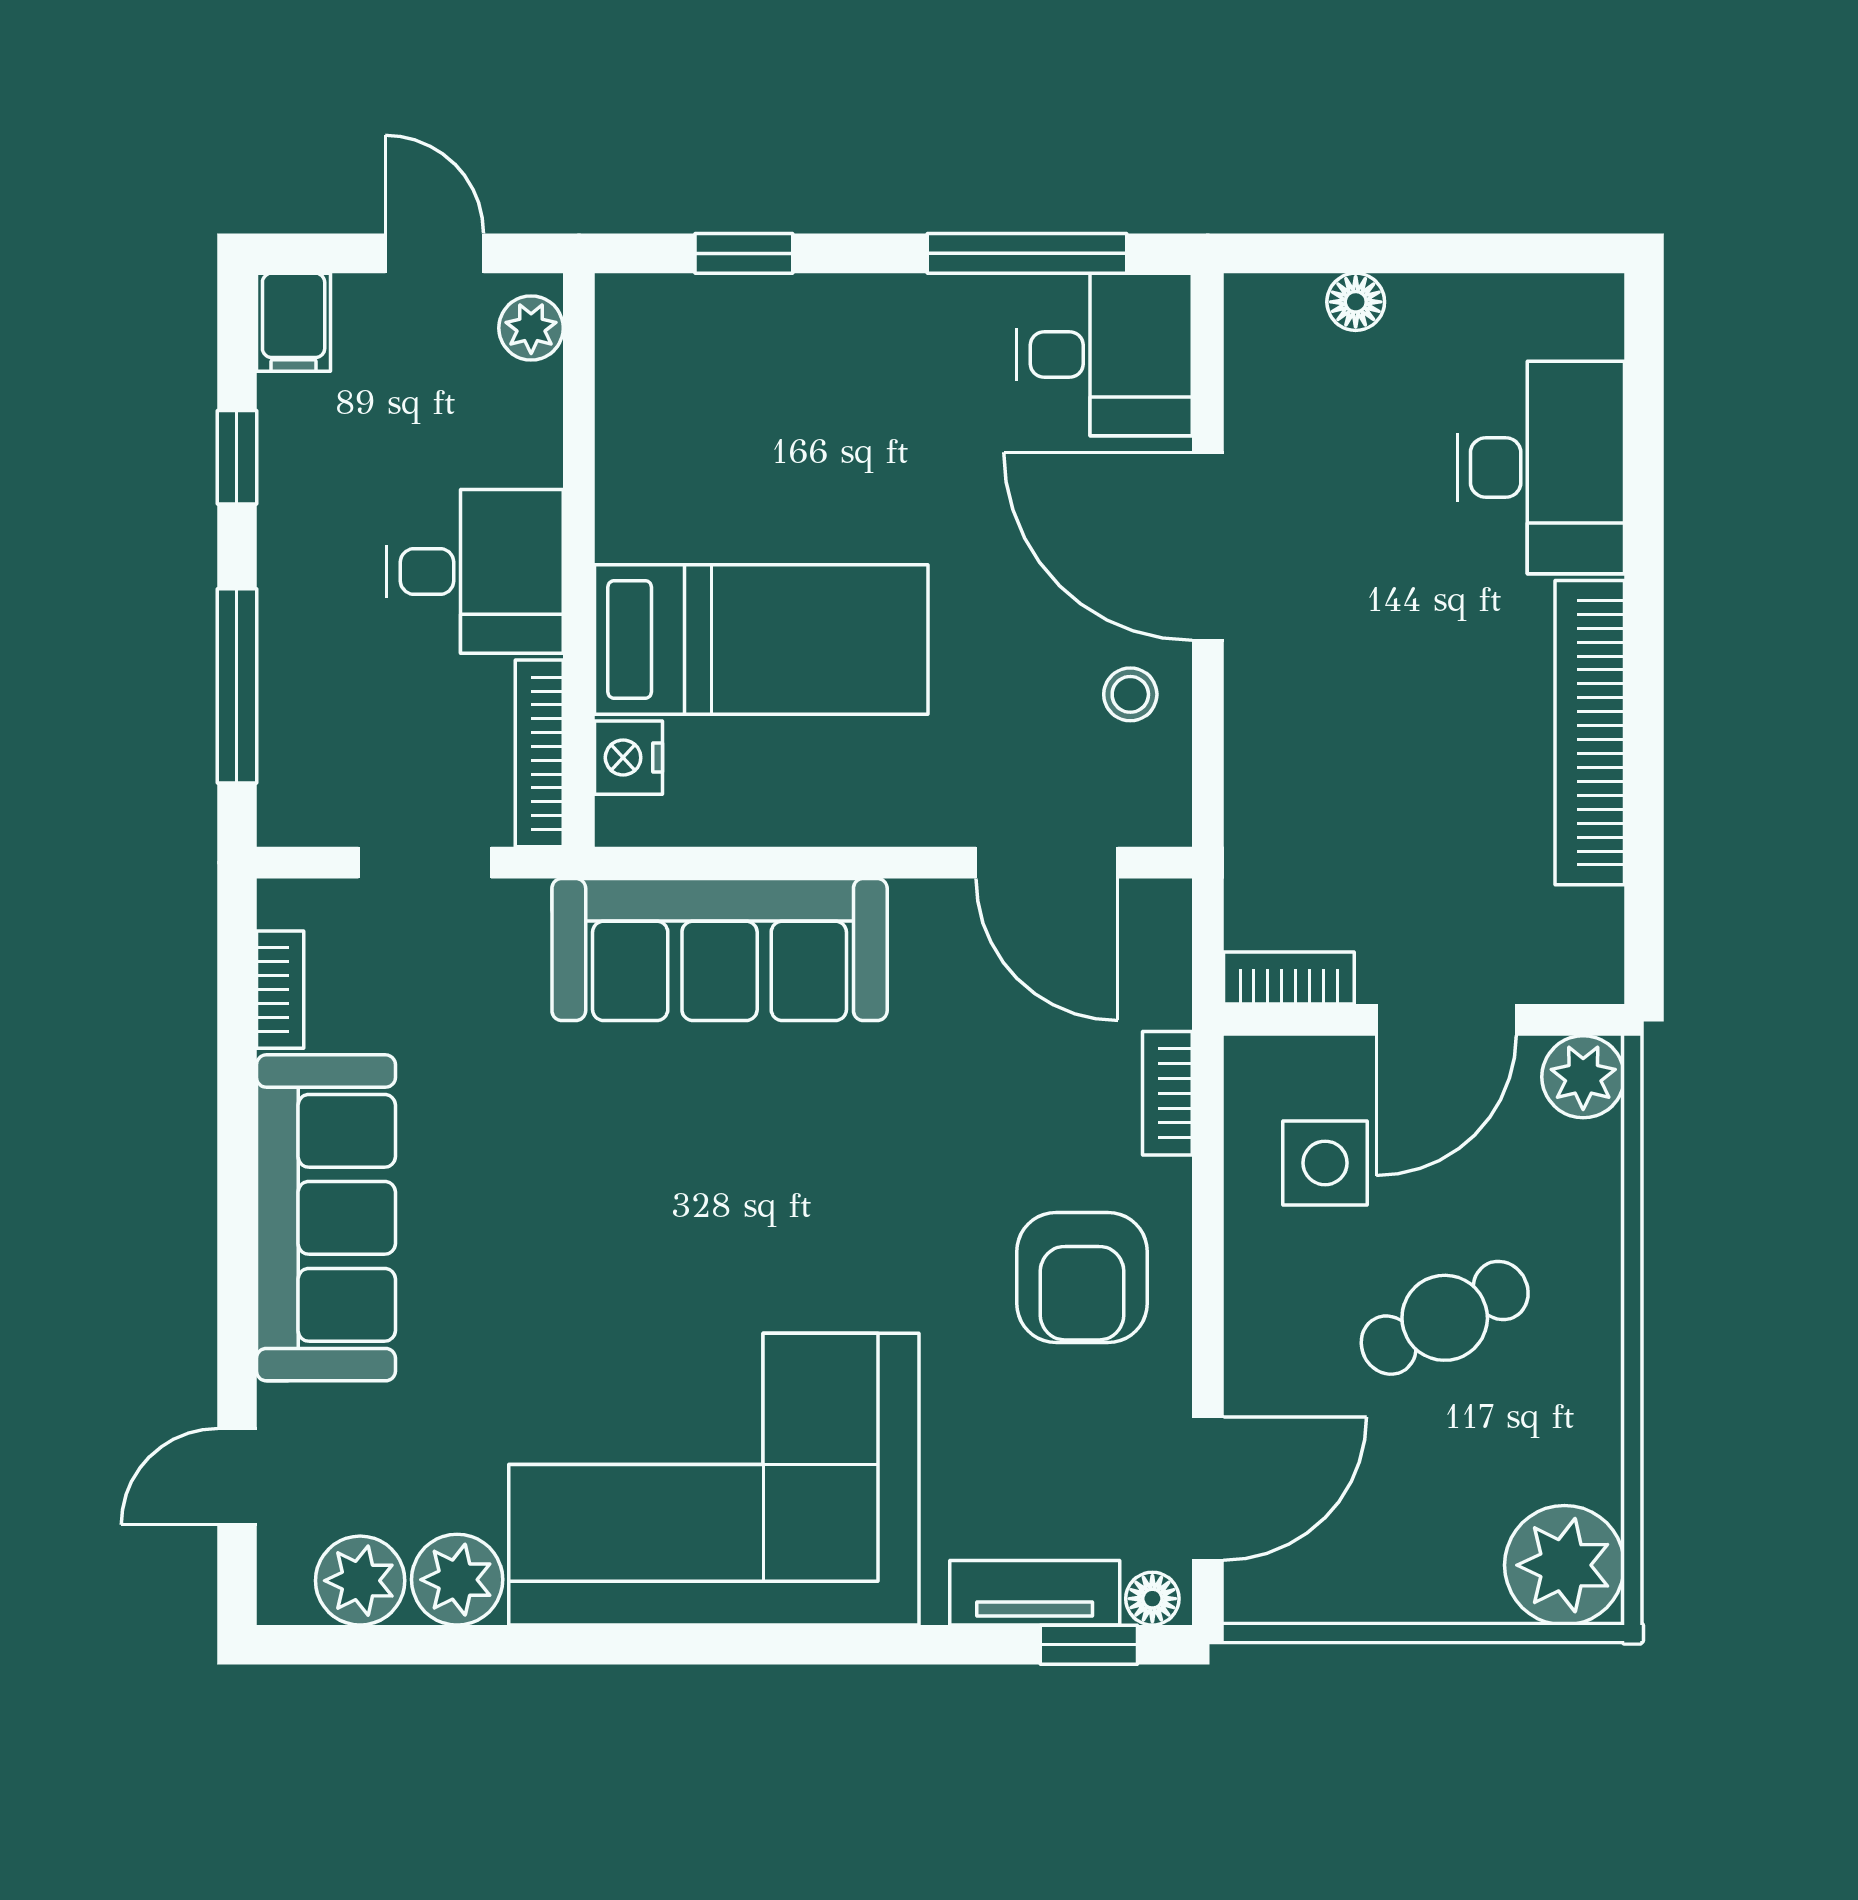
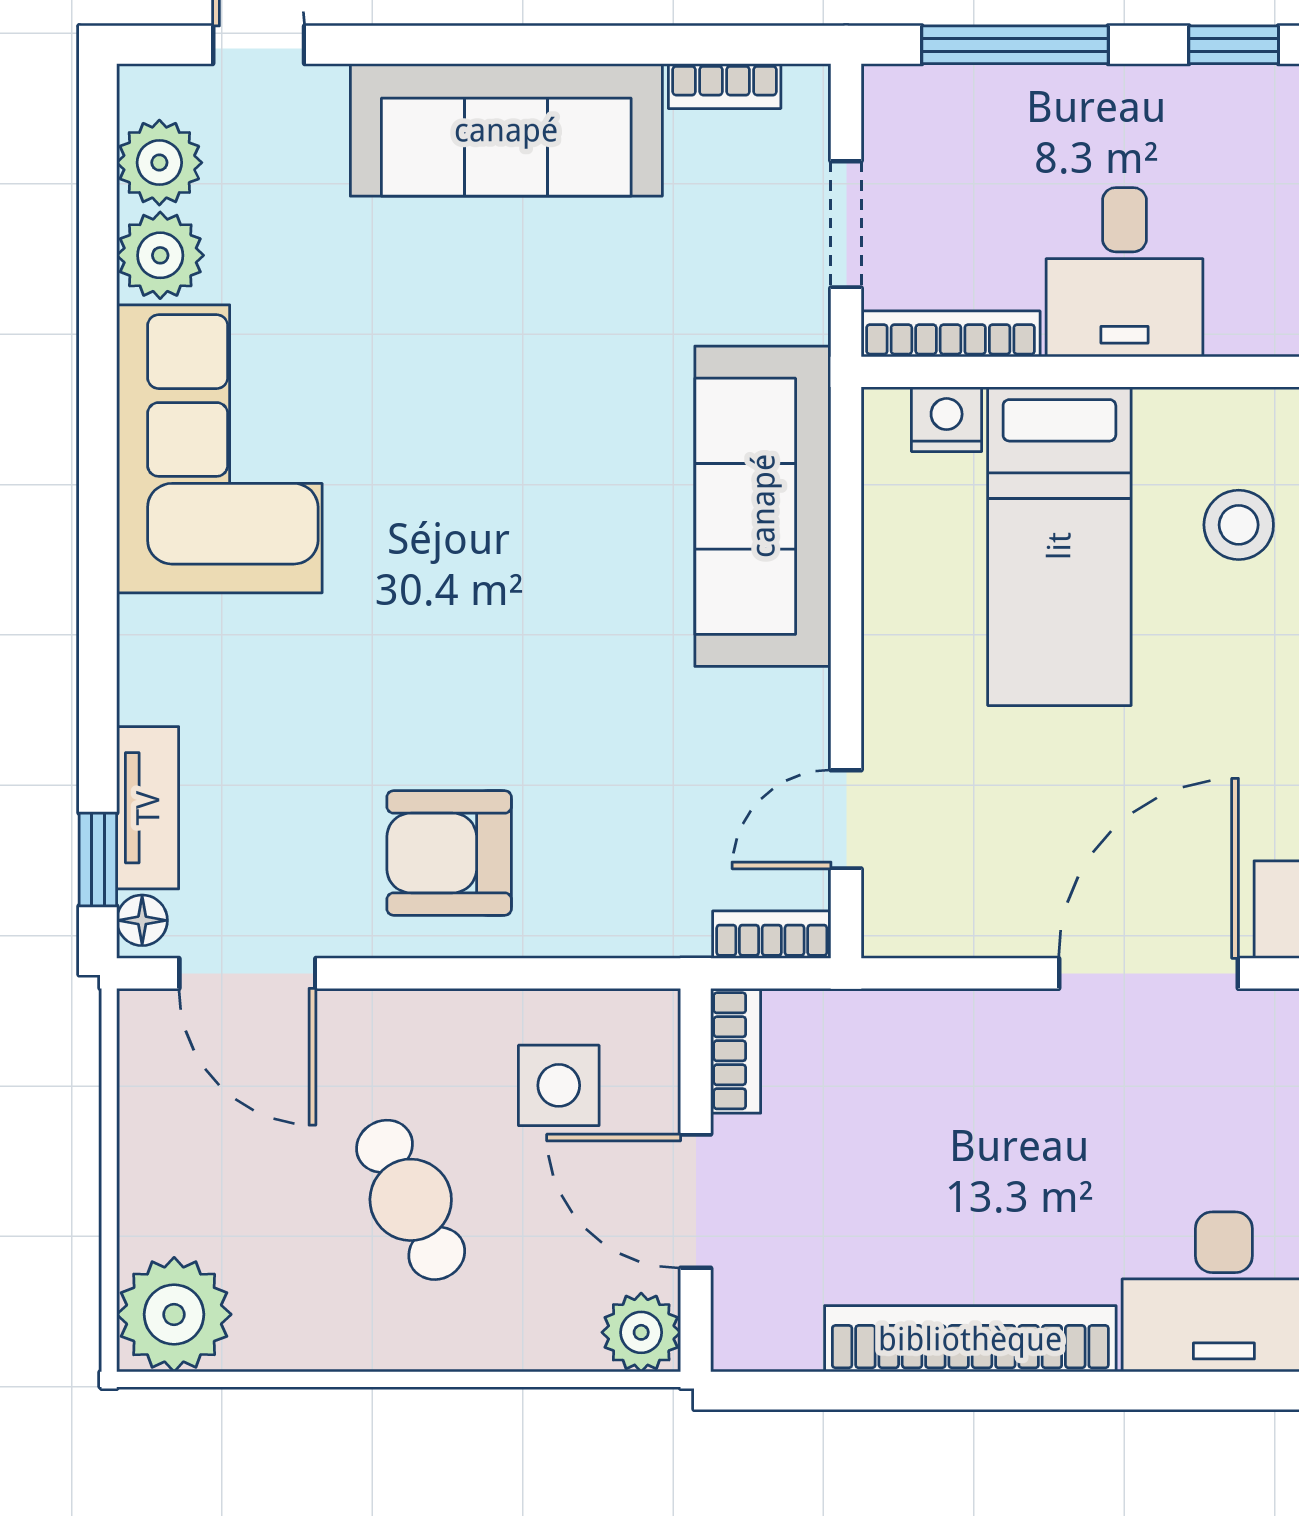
stool: (1130, 694) -> (1239, 525), moved, width x1.37, depth x1.37
door: (1047, 863) -> (846, 819), width x0.73
bookcase: (1167, 1093) -> (772, 935), moved
corner sofa: (714, 1479) -> (219, 449), width x0.73, depth x0.74

